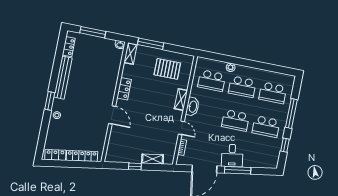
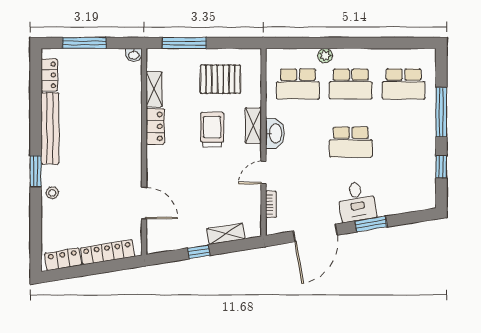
shelving: (130, 54) -> (154, 89), moved
trolley: (157, 97) -> (212, 130), added
door: (112, 115) -> (144, 203), moved
school desk: (266, 127) -> (404, 142), removed
door: (181, 128) -> (263, 172), swing flipped
window: (238, 170) -> (371, 224), width x0.69

